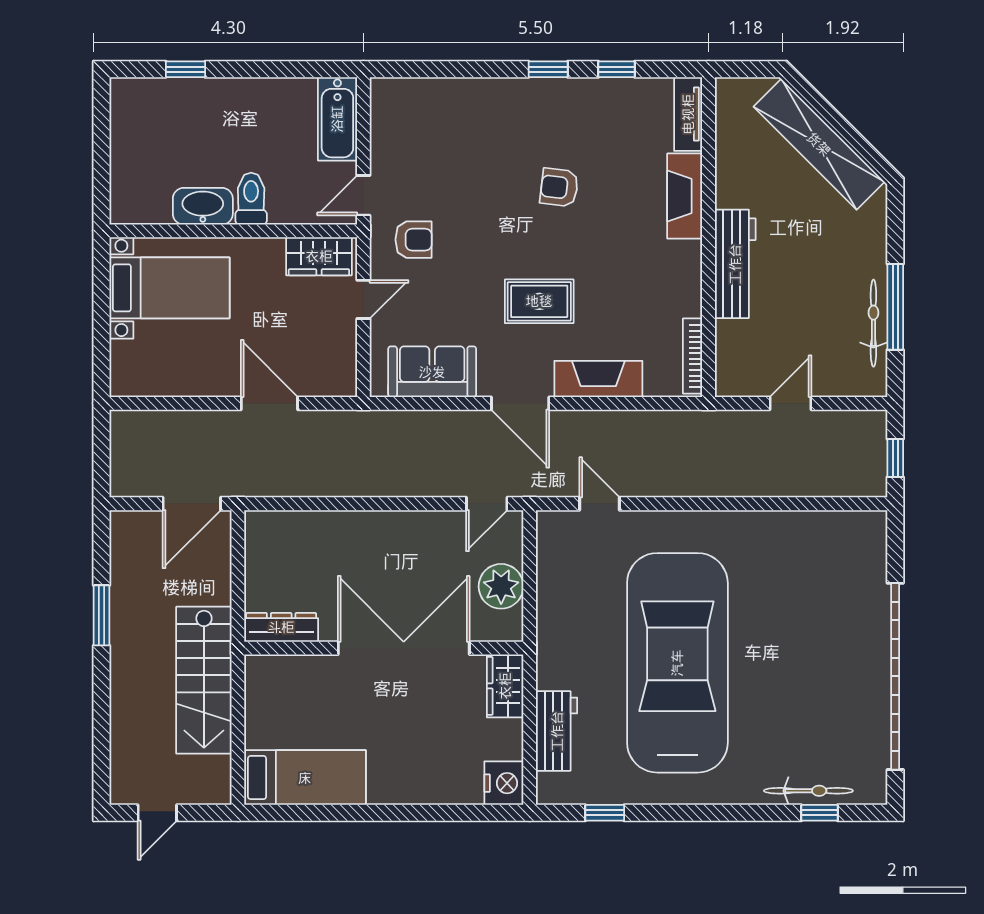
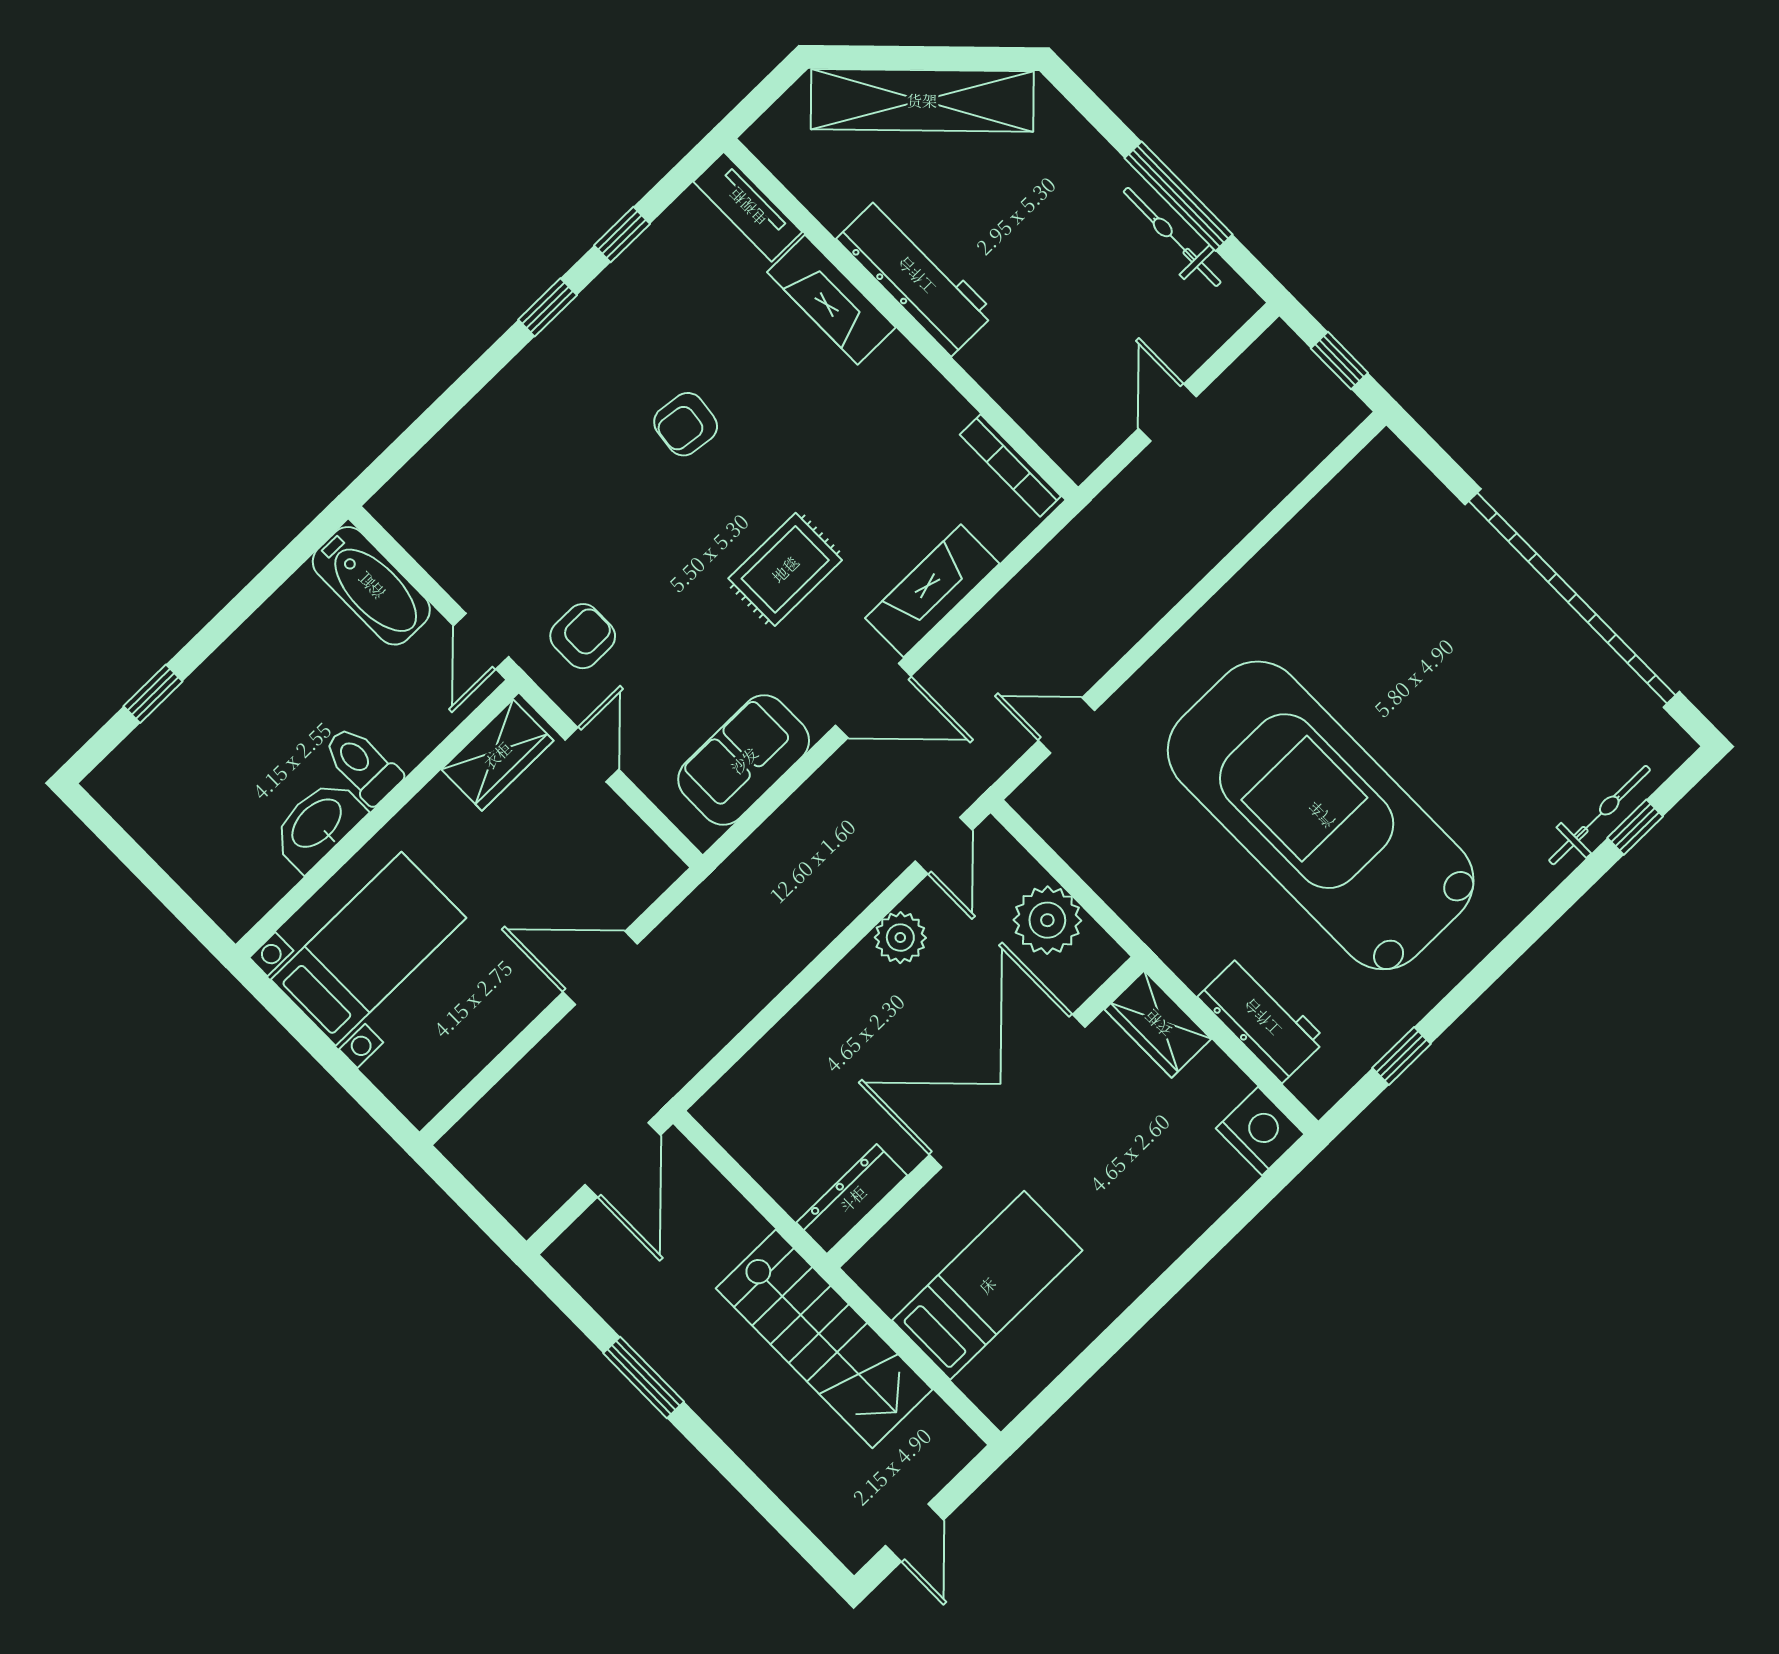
workbench: (735, 264) -> (916, 276), moved
plant: (424, 527) -> (900, 938), added
bed: (305, 778) -> (987, 1285), moved

